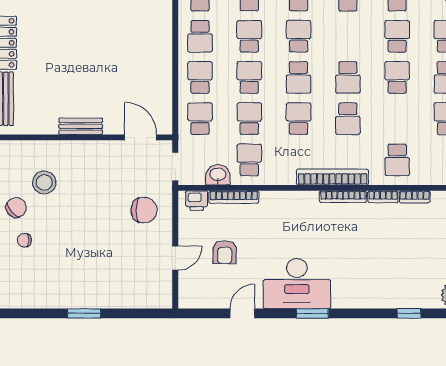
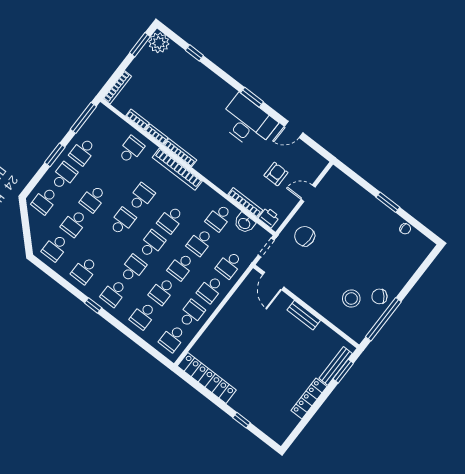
school desk: (299, 36) -> (133, 268), turned 180
chair: (24, 240) -> (405, 229), moved

